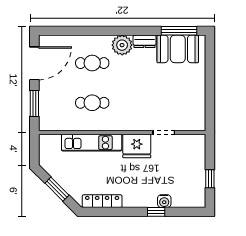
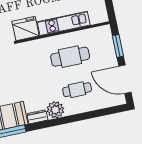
door: (34, 63) -> (125, 79), hinge flipped
cafe table: (92, 103) -> (70, 57), width x1.37, depth x1.35

